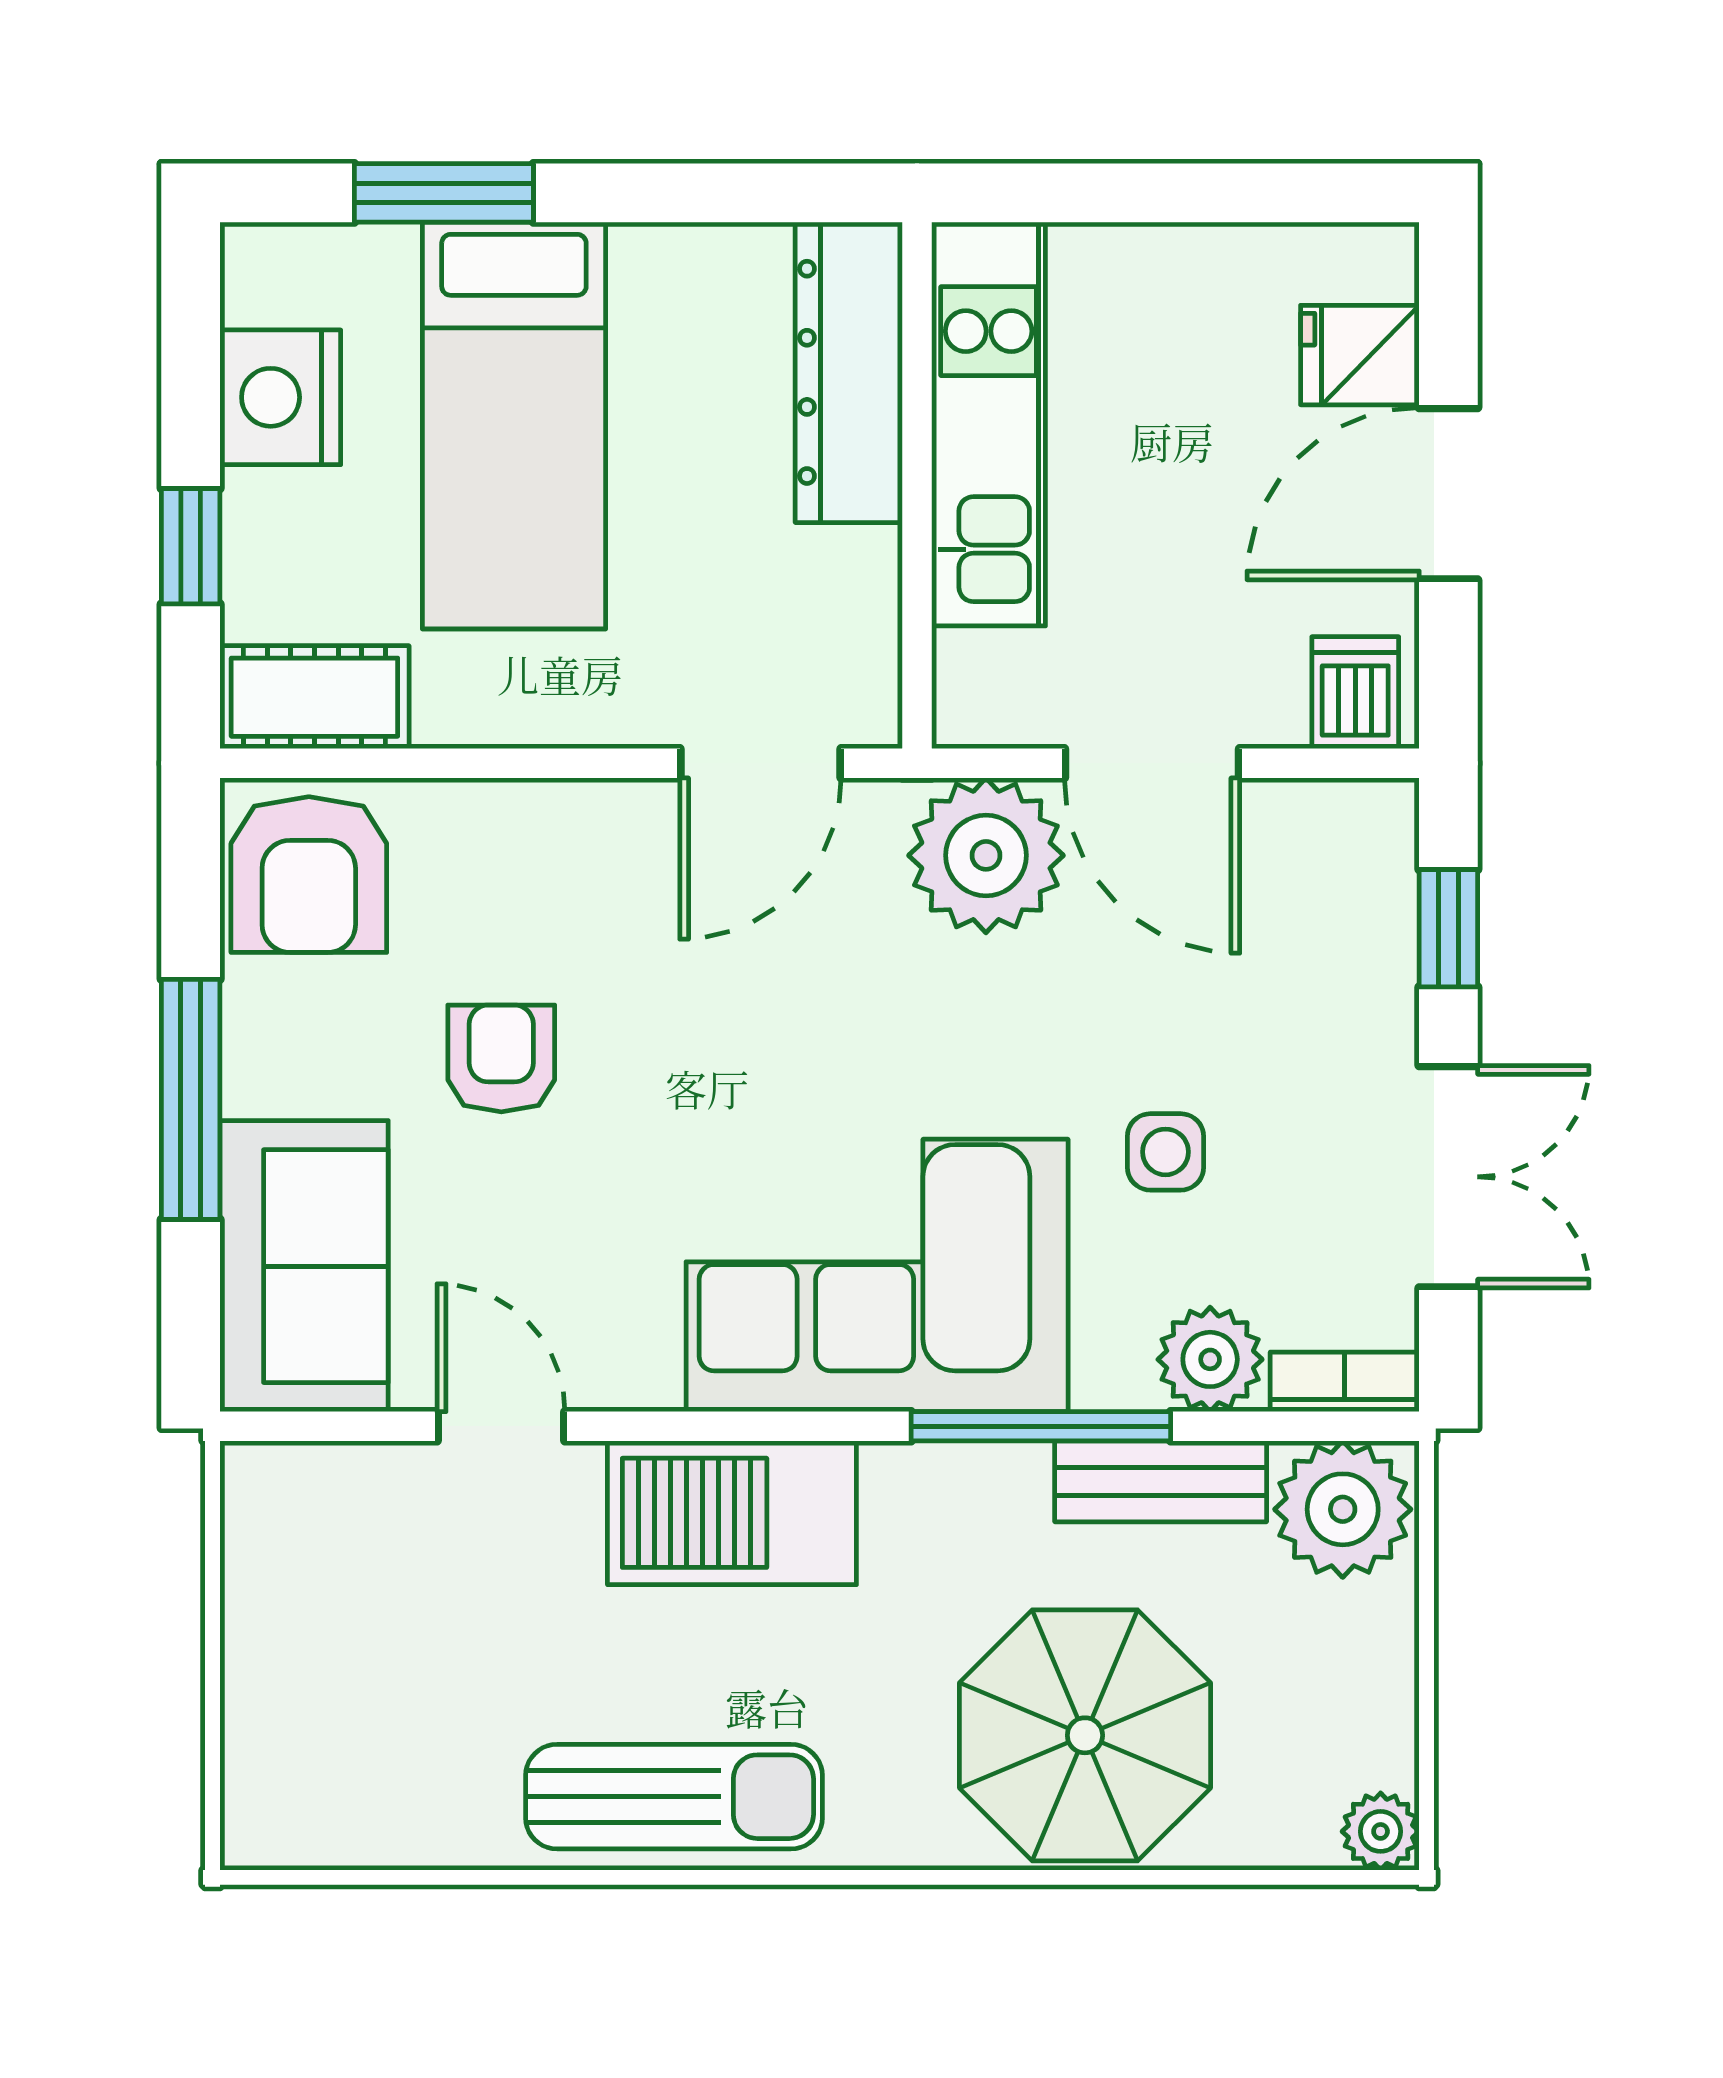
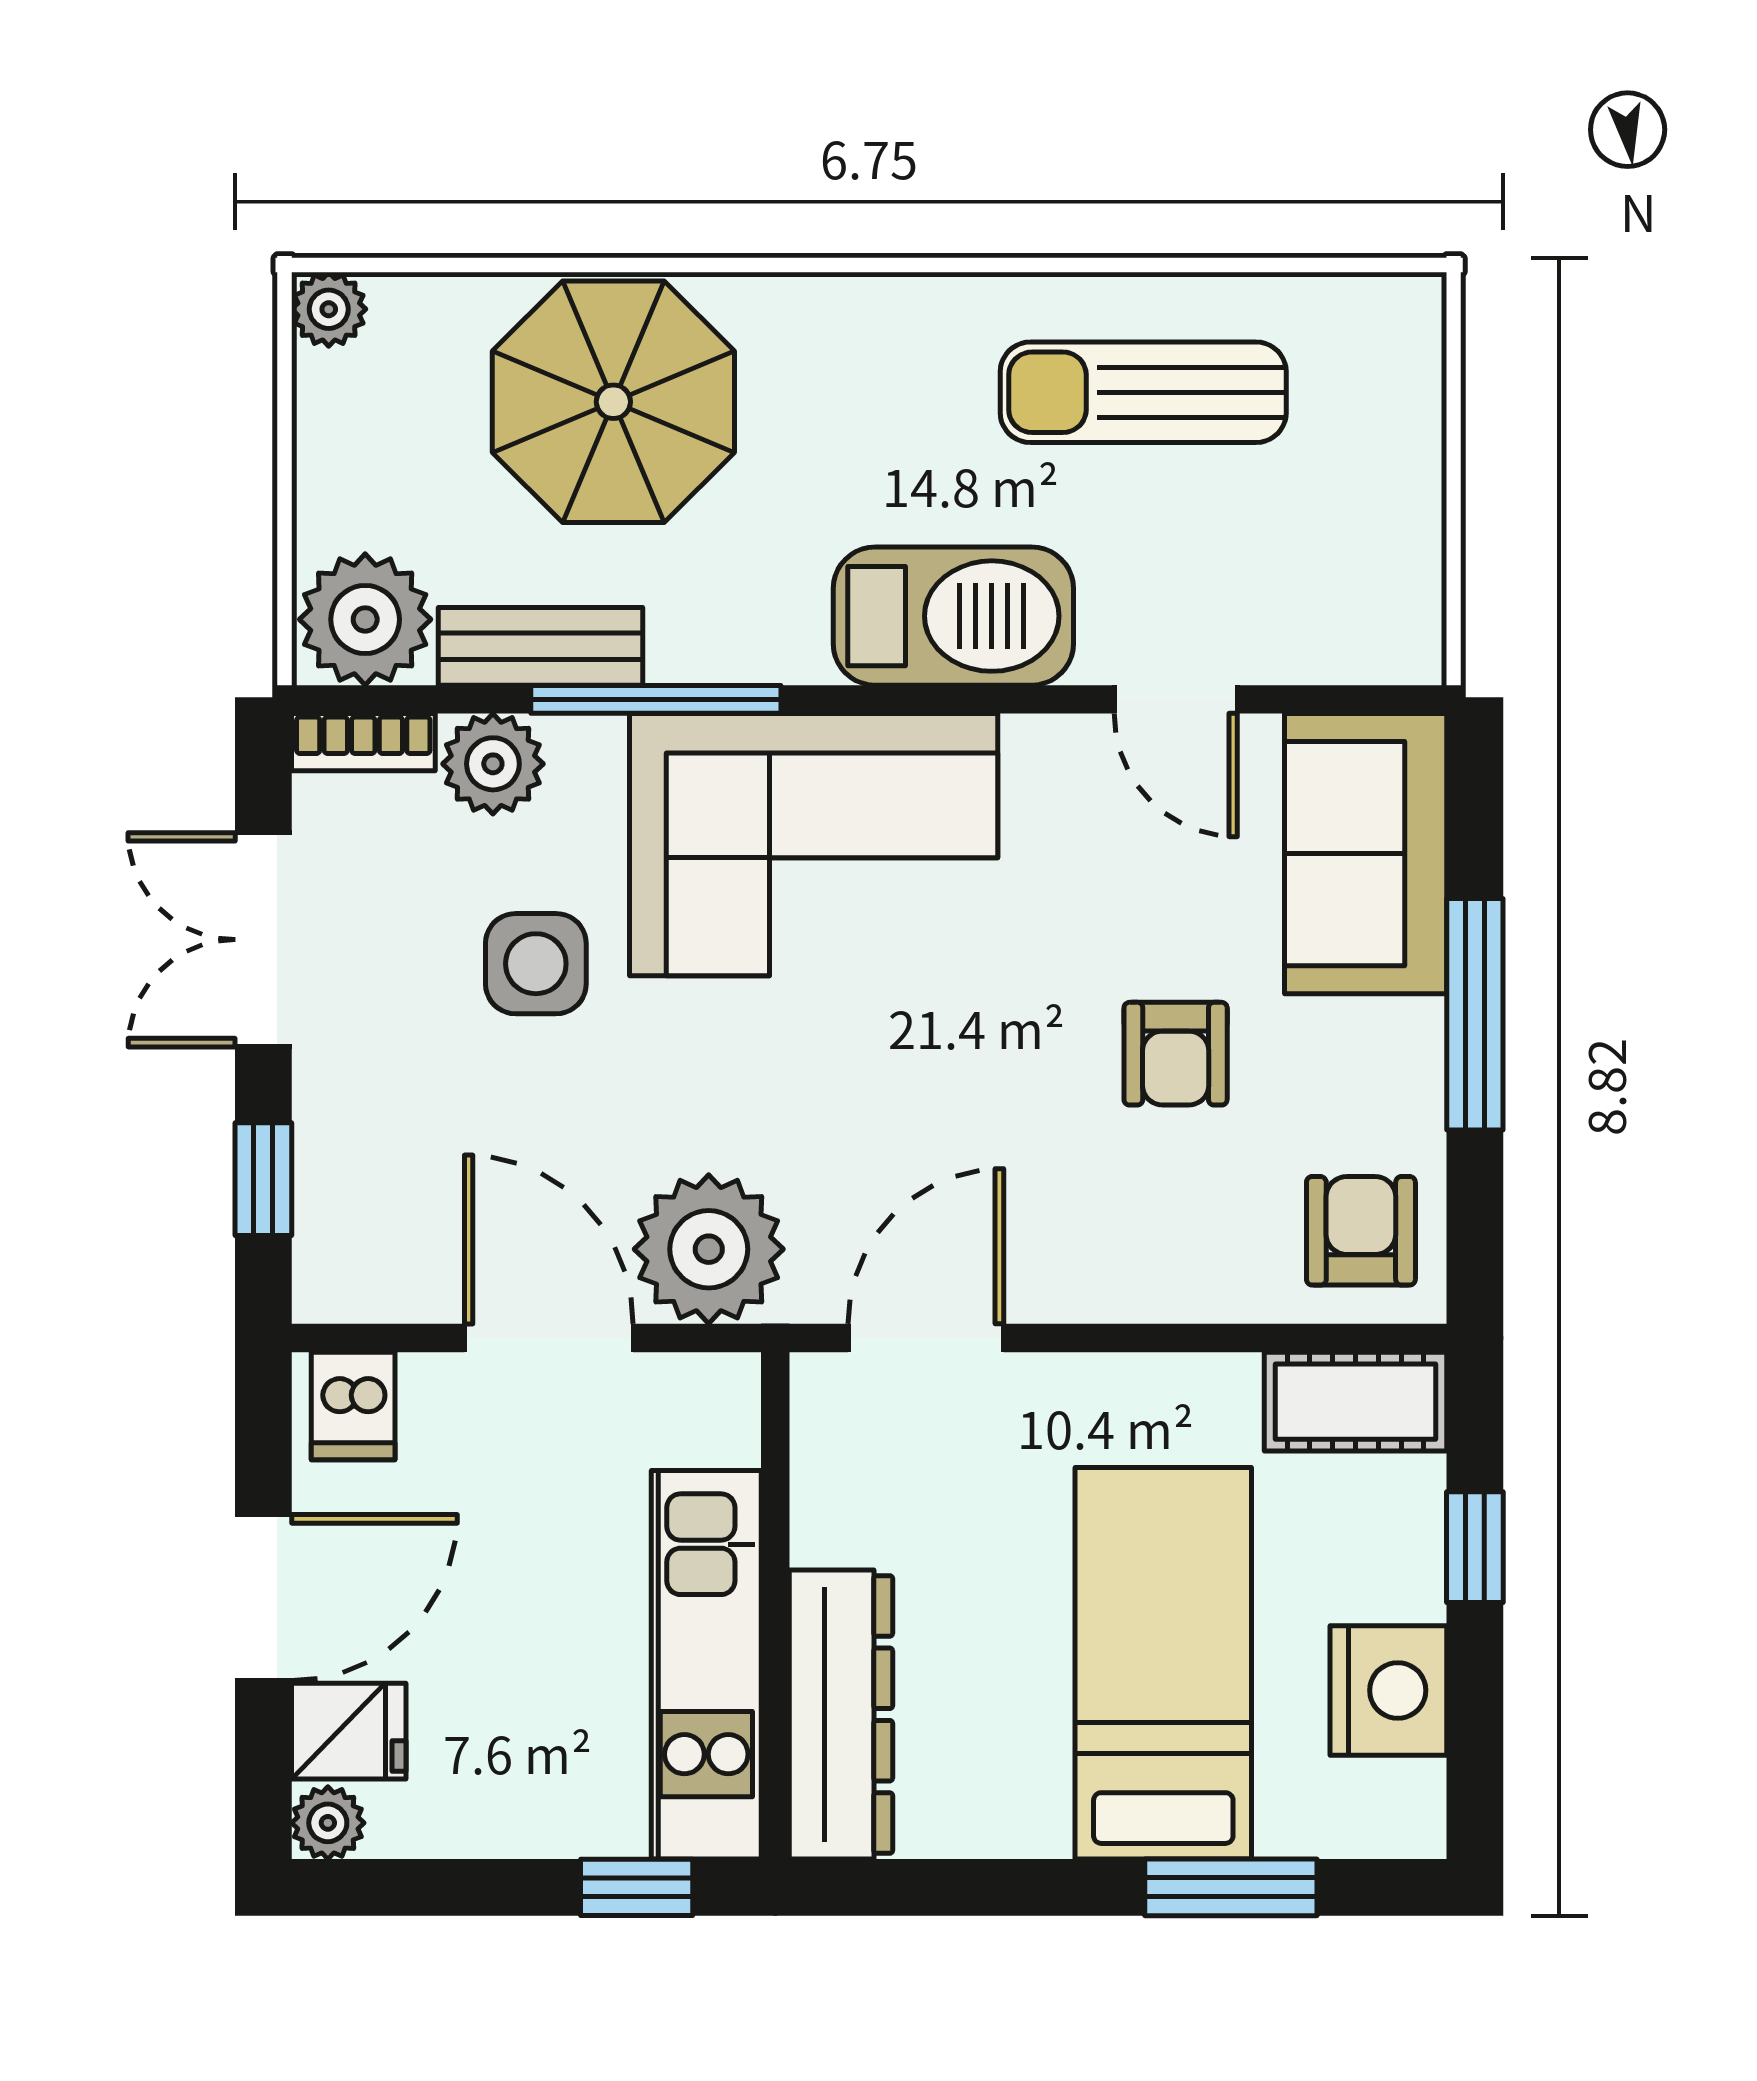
window: (1061, 193) -> (637, 1887), added
plant: (1381, 260) -> (328, 1823), added
armchair: (309, 875) -> (1361, 1231), width x0.72, depth x0.72
side table: (1166, 1152) -> (536, 964), width x1.37, depth x1.37
sun lounger: (674, 1797) -> (1143, 392), moved

